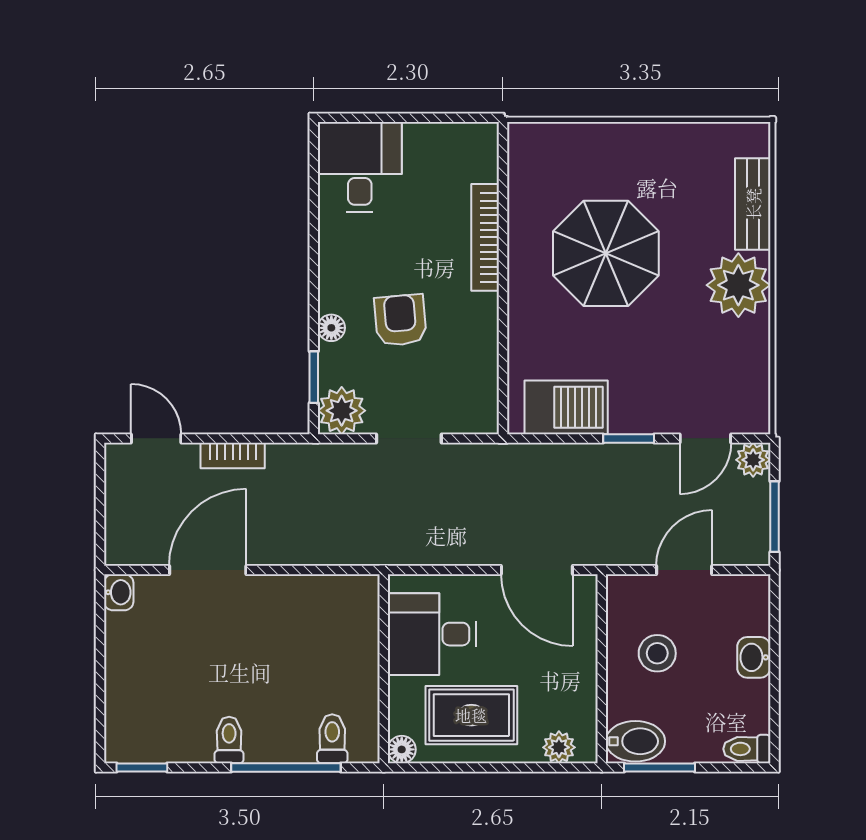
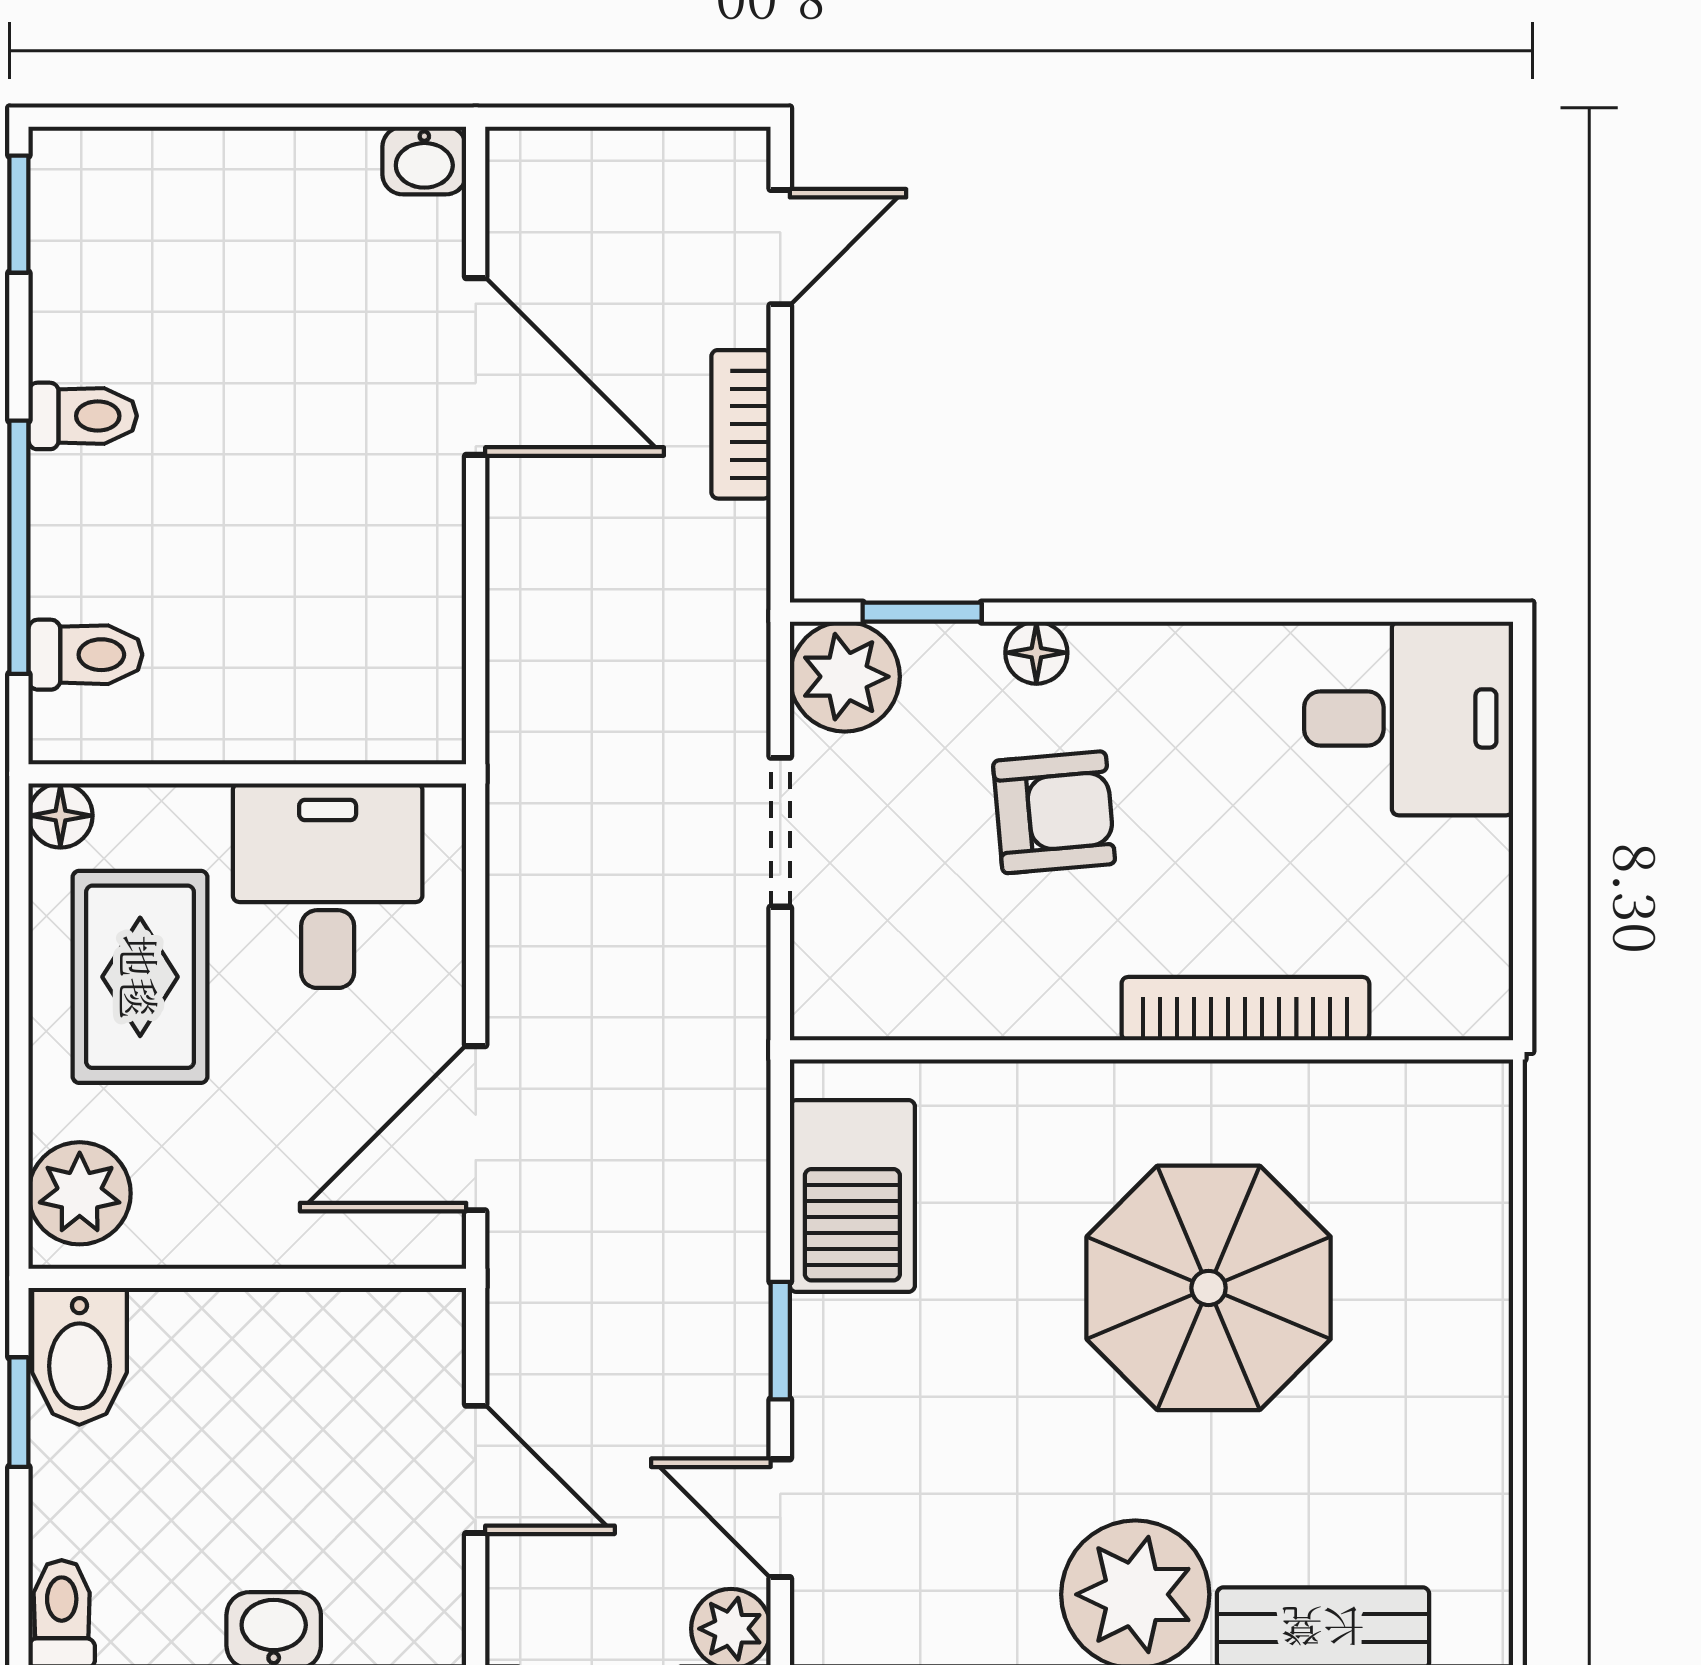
stool: (657, 653) -> (283, 1407), removed
plant: (559, 747) -> (80, 1193), width x1.38, depth x1.38
window: (660, 767) -> (19, 1412), width x0.67

